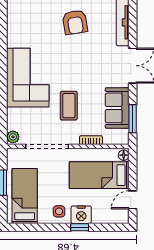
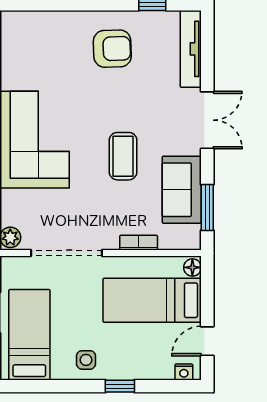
armchair: (75, 22) -> (112, 49), turned -83
coffee table: (69, 106) -> (123, 156), moved
nightstand: (81, 215) -> (184, 372), moved, width x0.53, depth x0.56

